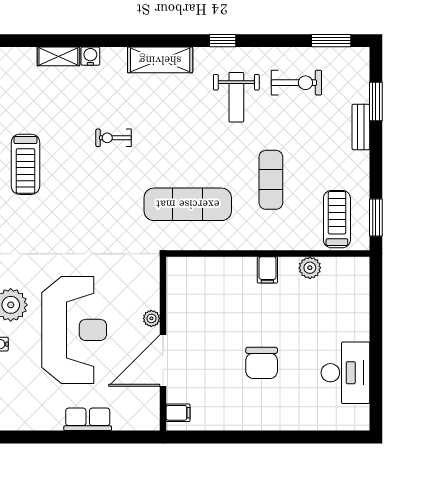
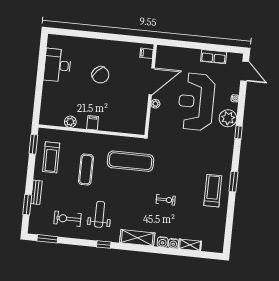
water cooler: (111, 57) -> (163, 242), added
treadmill: (337, 219) -> (51, 157), moved
chair: (262, 363) -> (100, 75), turned 134
row of seats: (88, 419) -> (214, 57), moved

